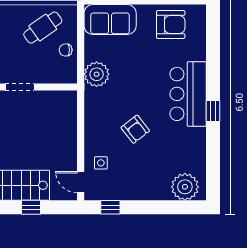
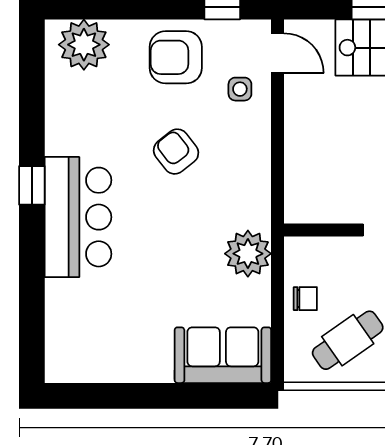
armchair: (171, 24) -> (176, 57), moved

